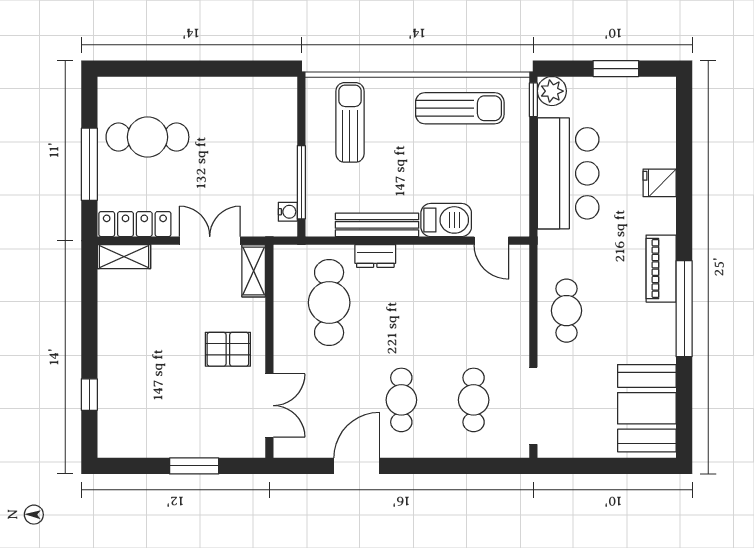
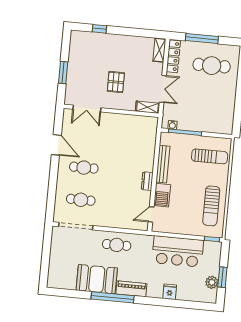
plant: (552, 91) -> (212, 282), moved
cafe table: (147, 137) -> (212, 66), turned 90
dresser: (375, 256) -> (147, 181), moved
cafe table: (329, 303) -> (130, 140), removed
pallet: (228, 349) -> (116, 82), moved
booth: (647, 408) -> (97, 279), moved

